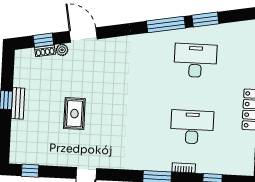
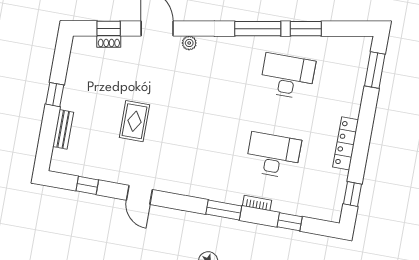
plant: (62, 50) -> (189, 43), moved
bench: (18, 103) -> (63, 129), moved
window: (30, 171) -> (87, 185), moved

